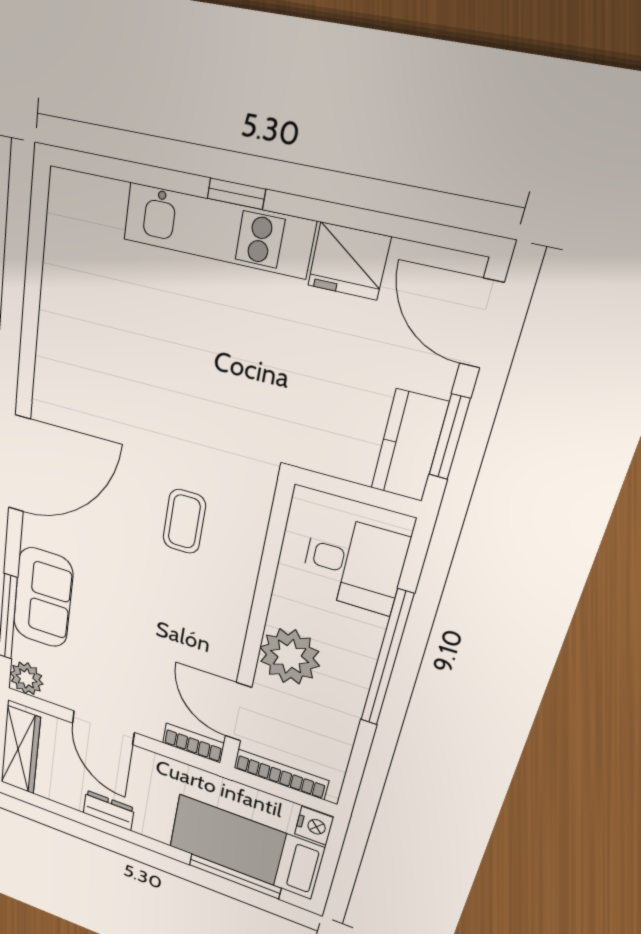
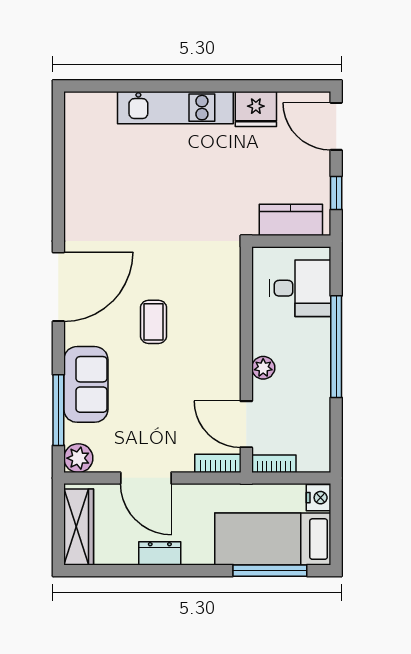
window: (236, 194) -> (183, 86), removed
window: (449, 437) -> (336, 193), width x0.67
kitchen counter: (409, 446) -> (291, 220), moved, turned 90
coffee table: (184, 522) -> (153, 322), moved
plant: (290, 656) -> (263, 368), width x0.53, depth x0.53
bookcase: (281, 774) -> (274, 464), width x0.64

